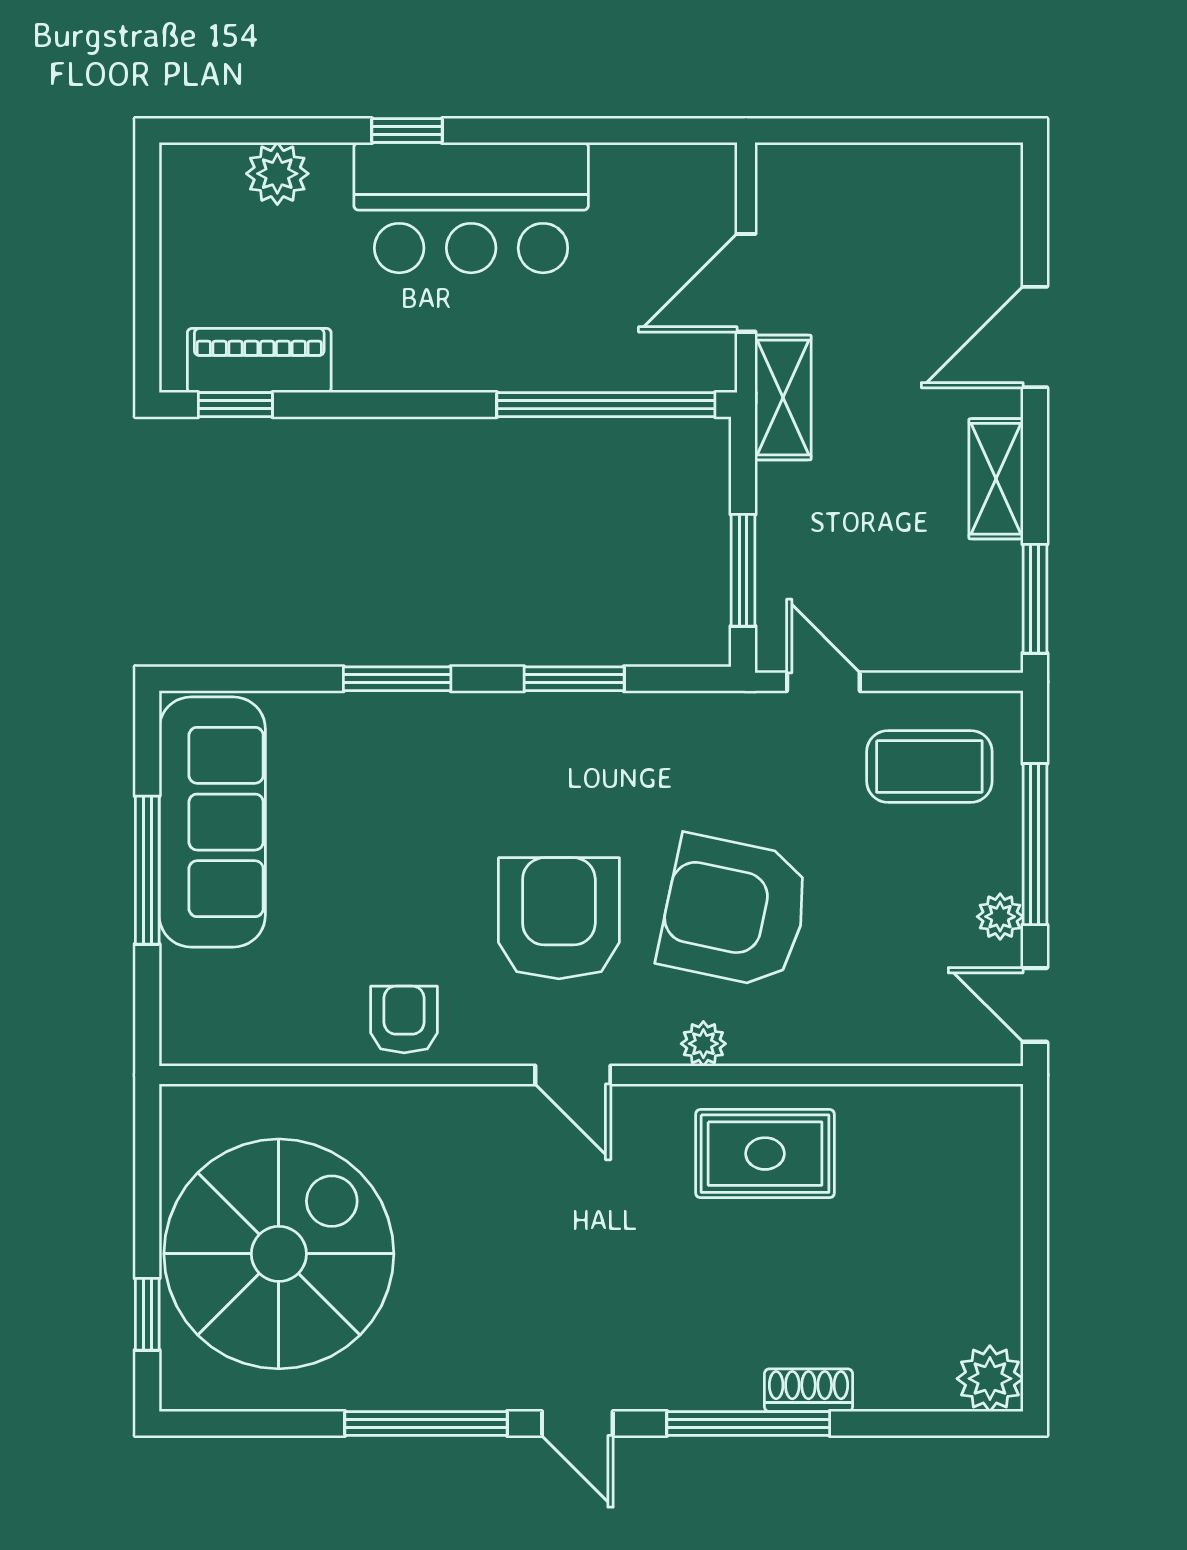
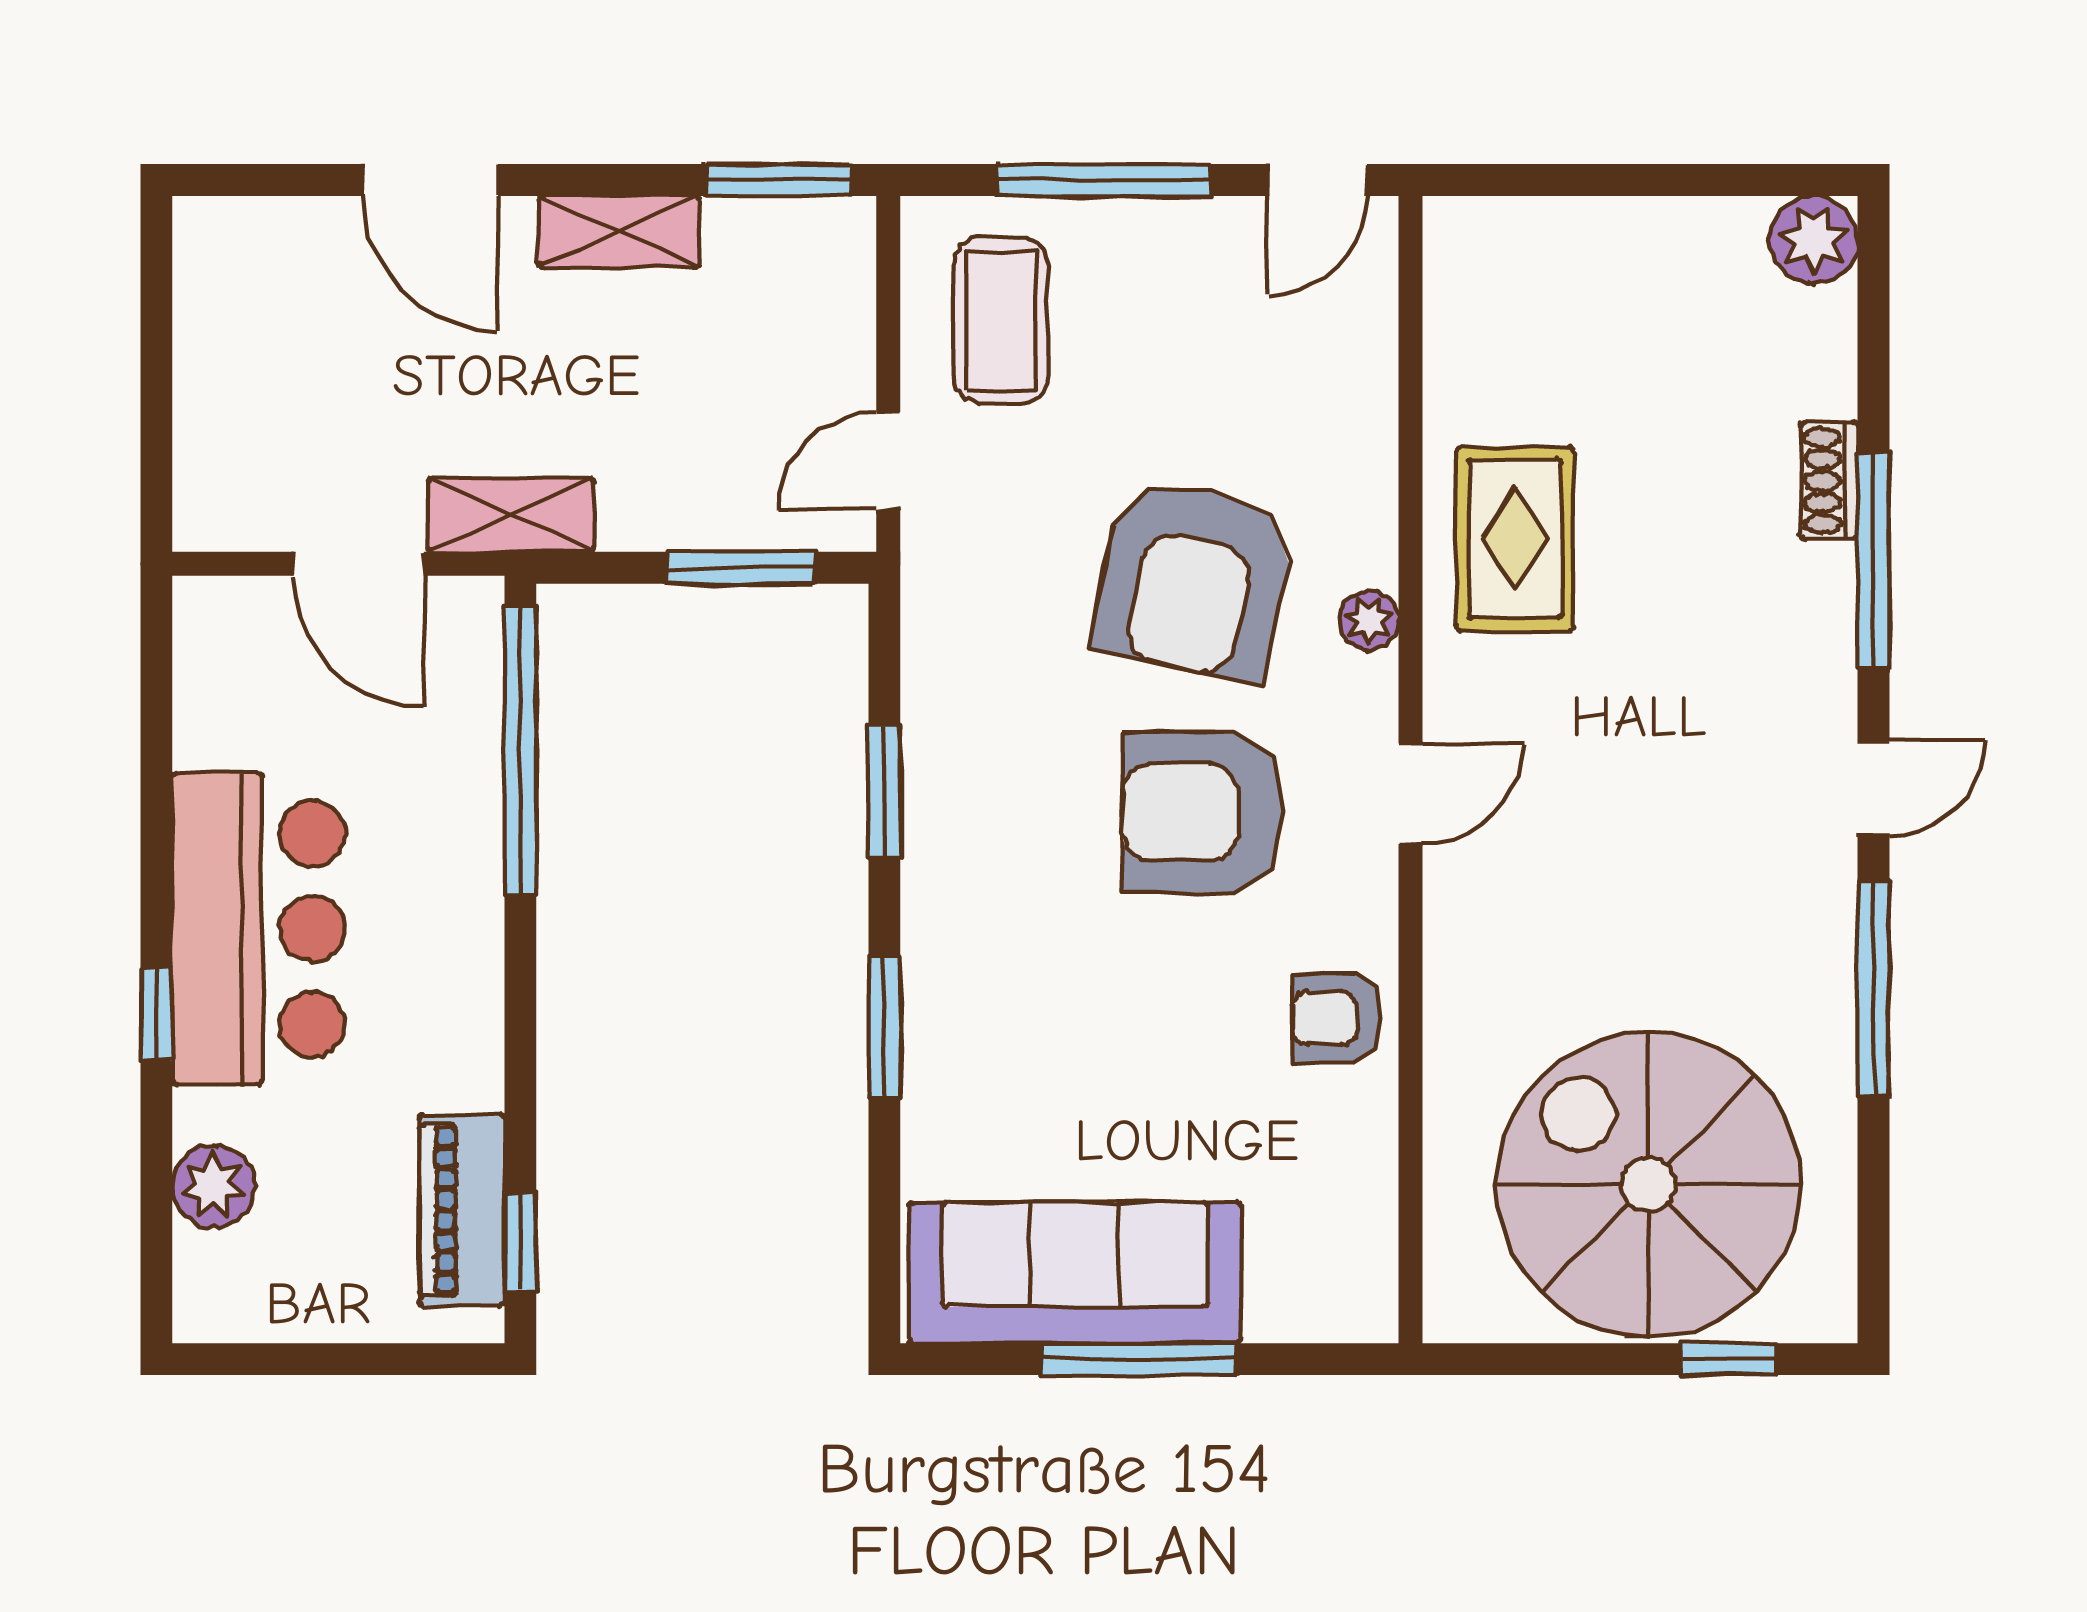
plant: (1000, 917) -> (1200, 226), removed

